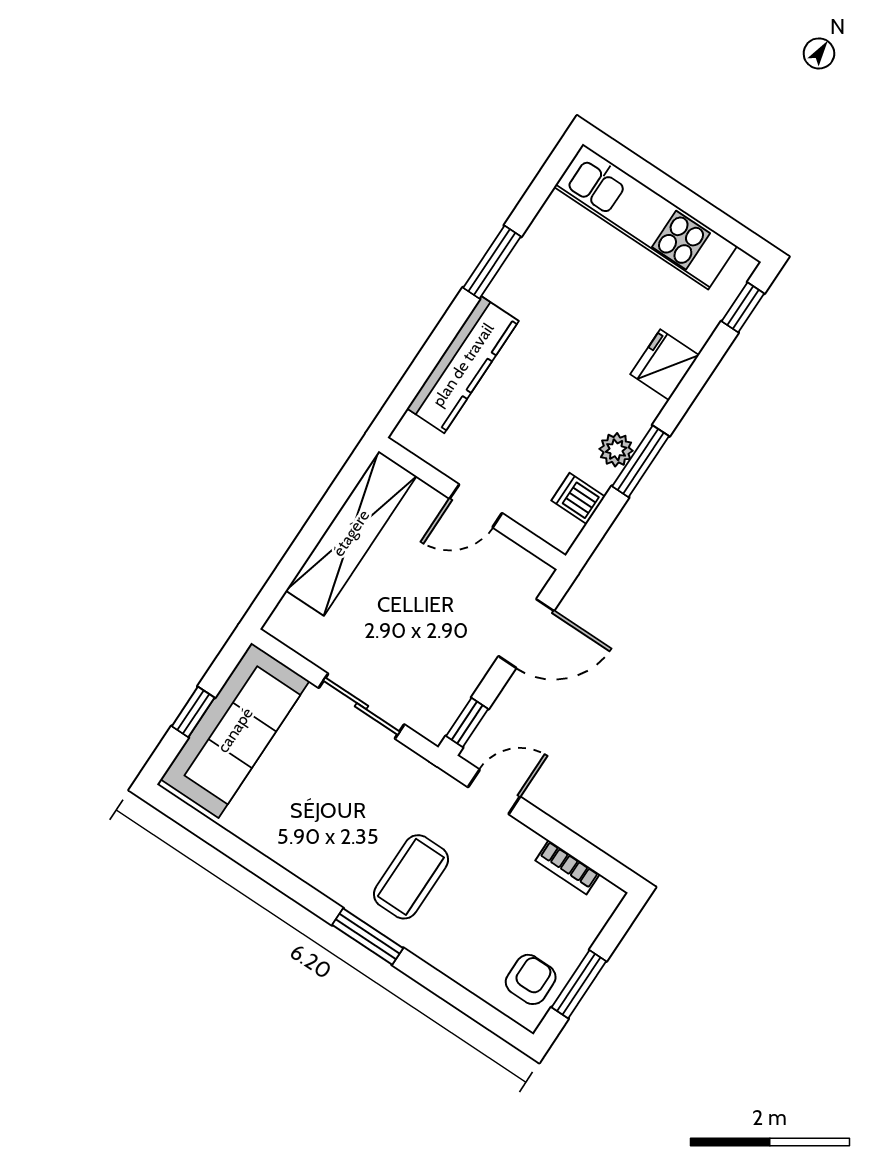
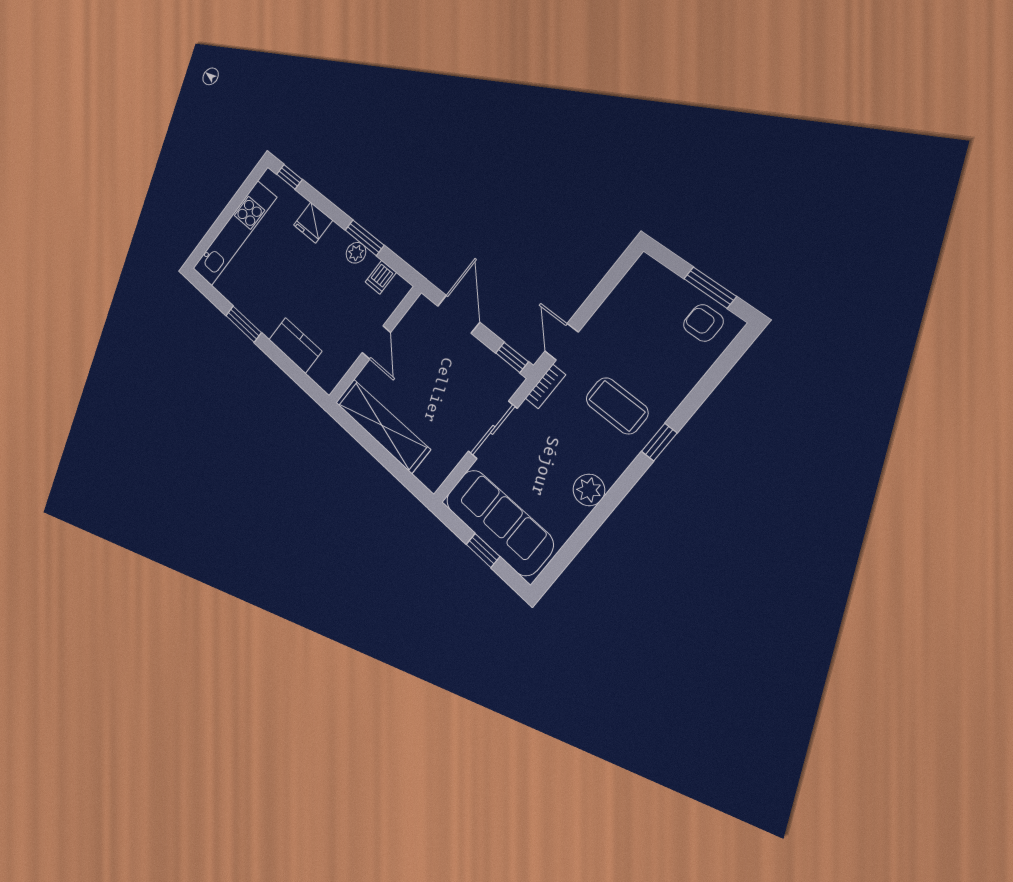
kitchen counter: (463, 365) -> (295, 345), width x0.67
plant: (294, 850) -> (589, 490), added
bookcase: (567, 867) -> (545, 386), moved
window: (368, 937) -> (659, 442), width x0.67

